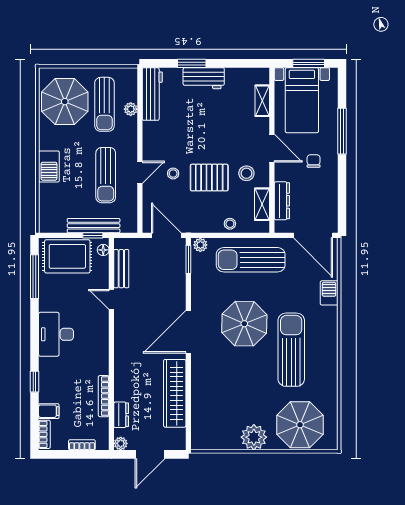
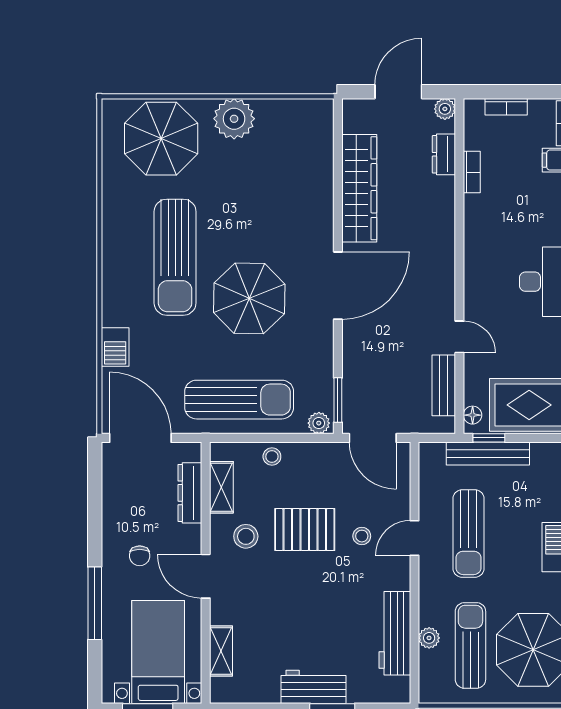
workbench: (152, 94) -> (395, 633), moved
sun lounger: (106, 175) -> (468, 534), turned 180
bookcase: (104, 396) -> (472, 172), width x0.64

